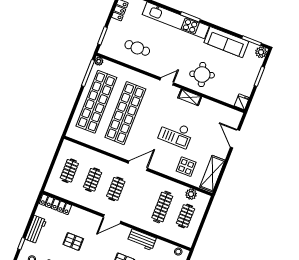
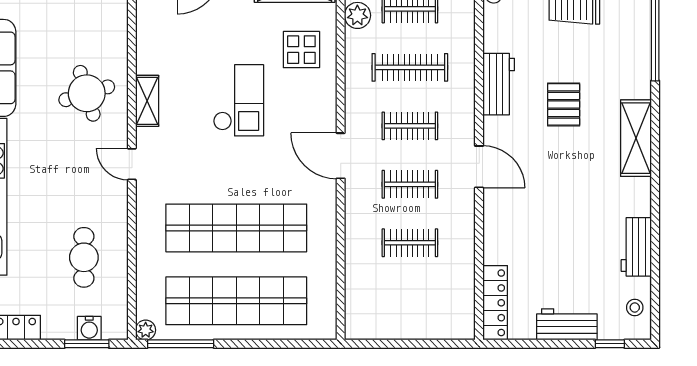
water cooler: (108, 39) -> (89, 328), added
clothes rail: (69, 171) -> (410, 126), moved
pallet: (73, 242) -> (561, 232), removed

